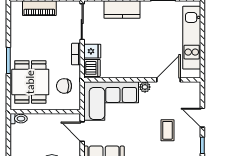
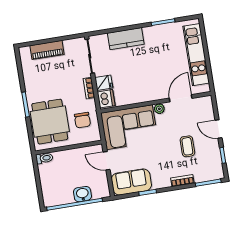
chair: (64, 86) -> (82, 120), turned -90

